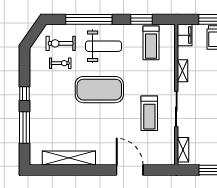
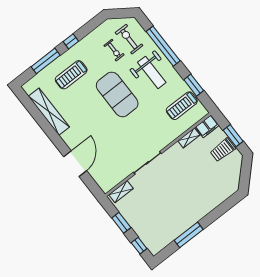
shelving: (183, 71) -> (189, 138), moved
treadmill: (149, 113) -> (71, 75), moved

